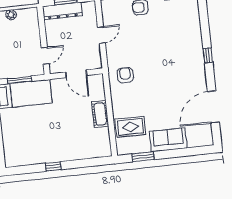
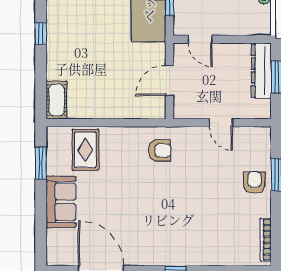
cot: (100, 114) -> (57, 100), moved, turned 90

